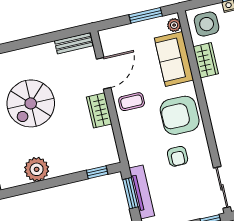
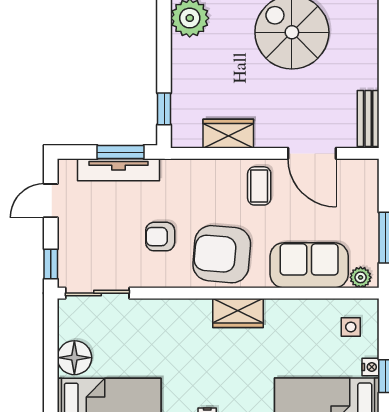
side table: (207, 24) -> (351, 327), width x0.54, depth x0.54
wardrobe: (206, 60) -> (238, 313), moved
wardrobe: (99, 110) -> (228, 134), moved
armchair: (180, 115) -> (222, 254), turned -85

